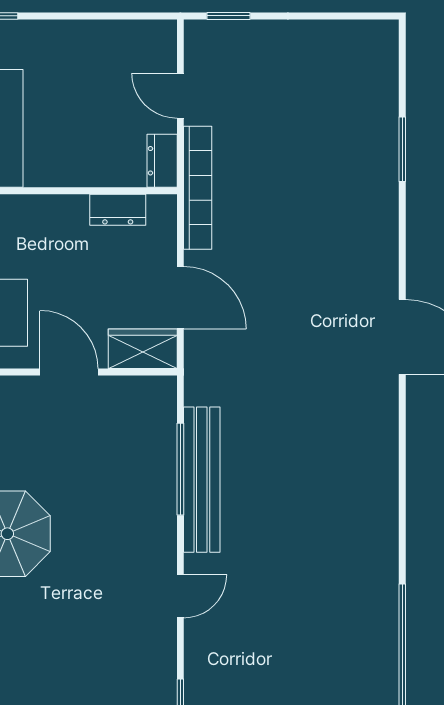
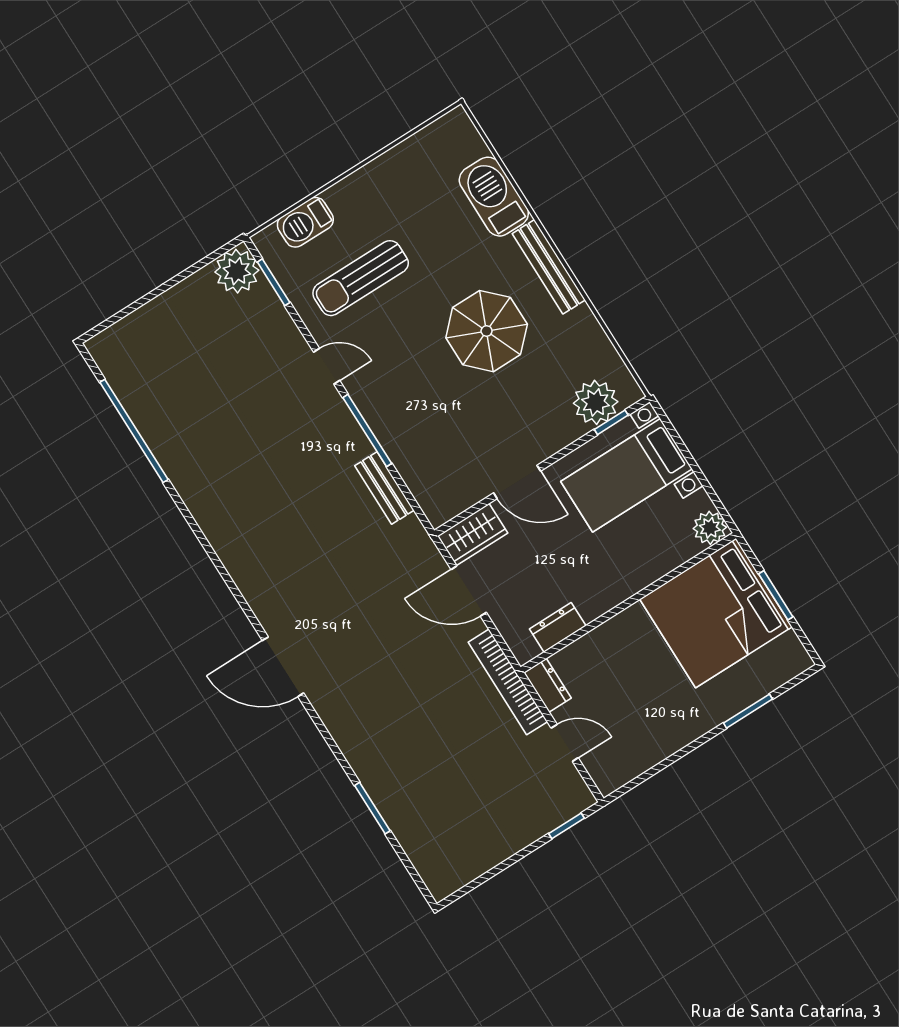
window: (180, 469) -> (367, 431), moved
bench: (202, 480) -> (384, 488), width x0.54, depth x0.82
door: (180, 596) -> (327, 366), swing flipped
sun lounger: (95, 660) -> (361, 278), added

